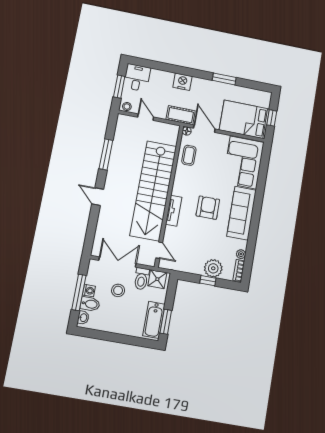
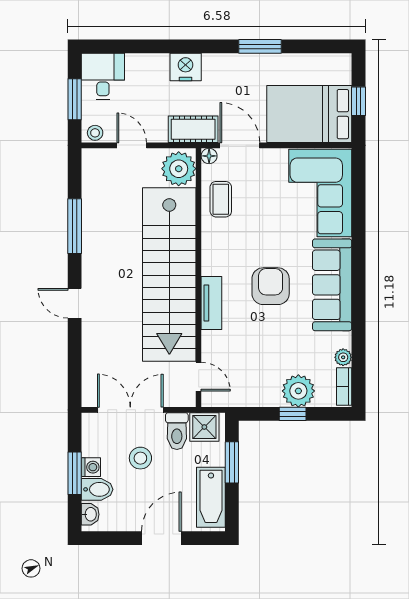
plant: (169, 135) -> (179, 169), added
window: (79, 292) -> (75, 473), width x0.69
window: (166, 322) -> (232, 462), moved
door: (121, 339) -> (161, 538), added

